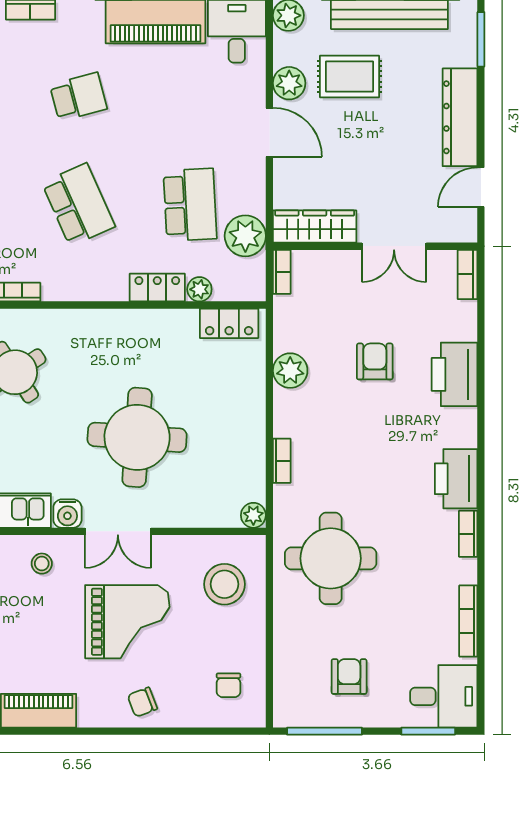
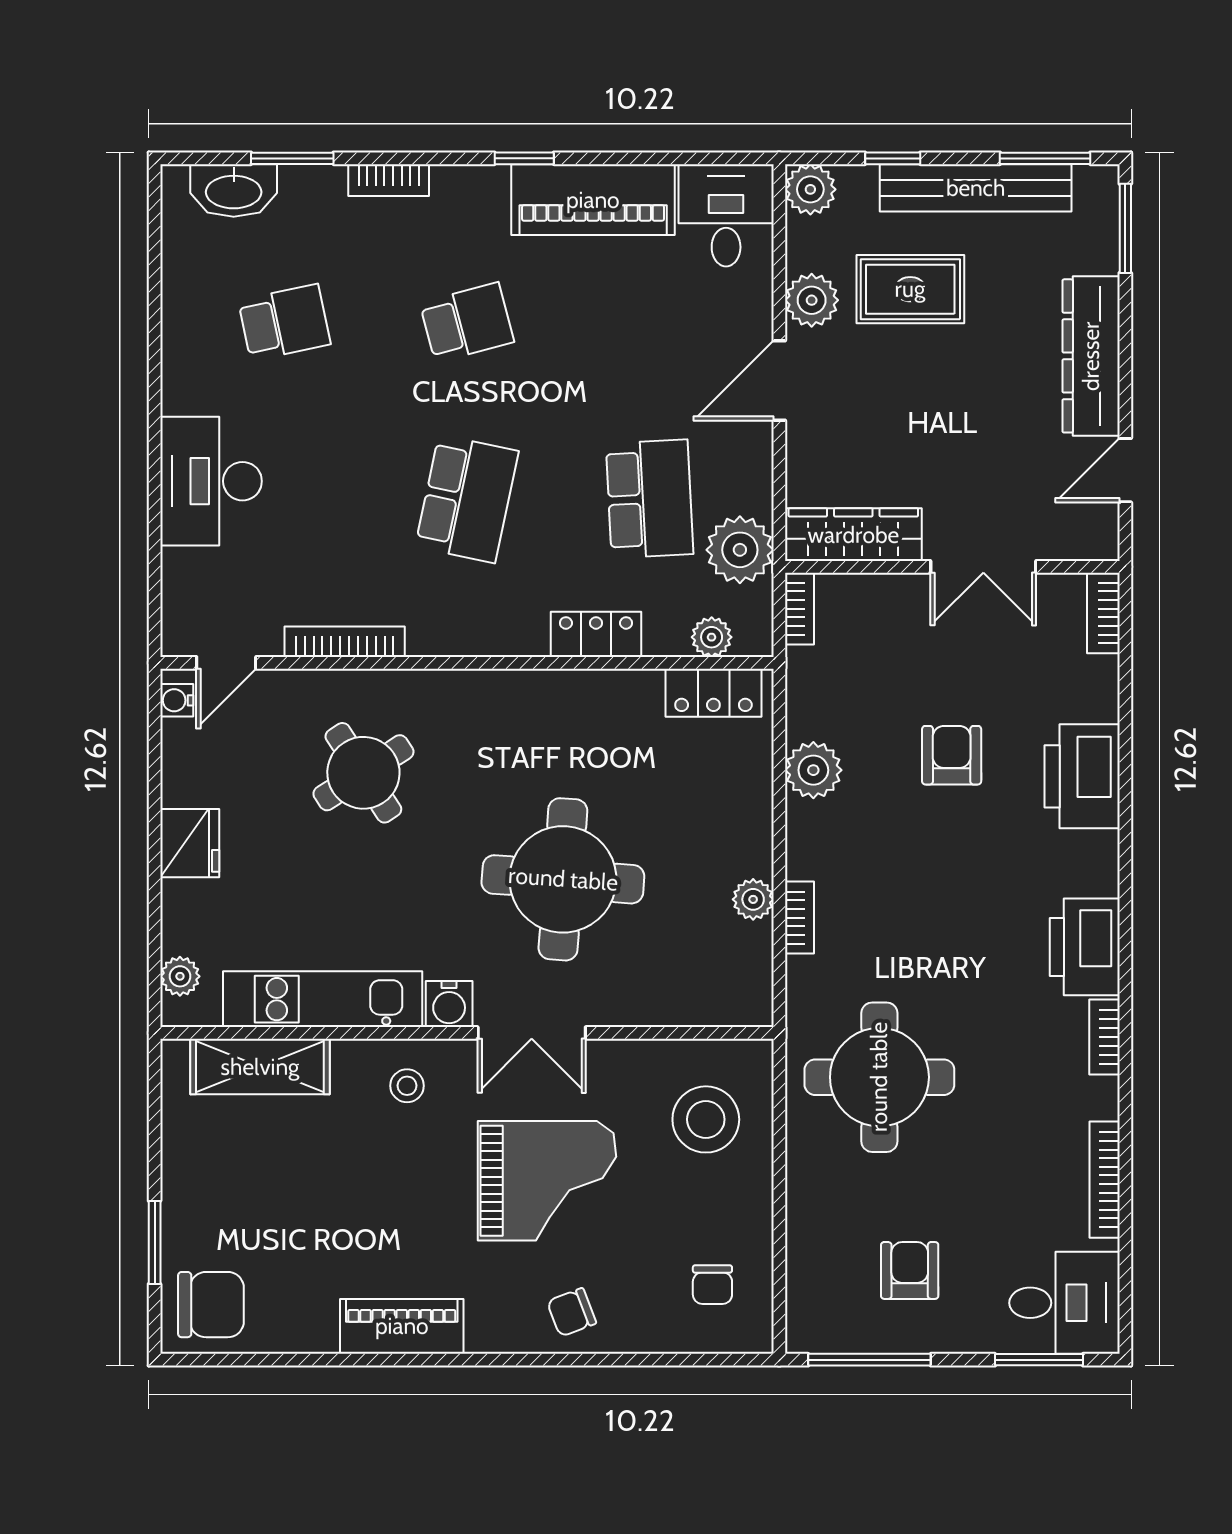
door: (269, 132) -> (779, 381), swing flipped
school desk: (78, 205) -> (467, 499), turned 36
plant: (199, 289) -> (712, 637), moved
plant: (253, 515) -> (753, 899), moved

